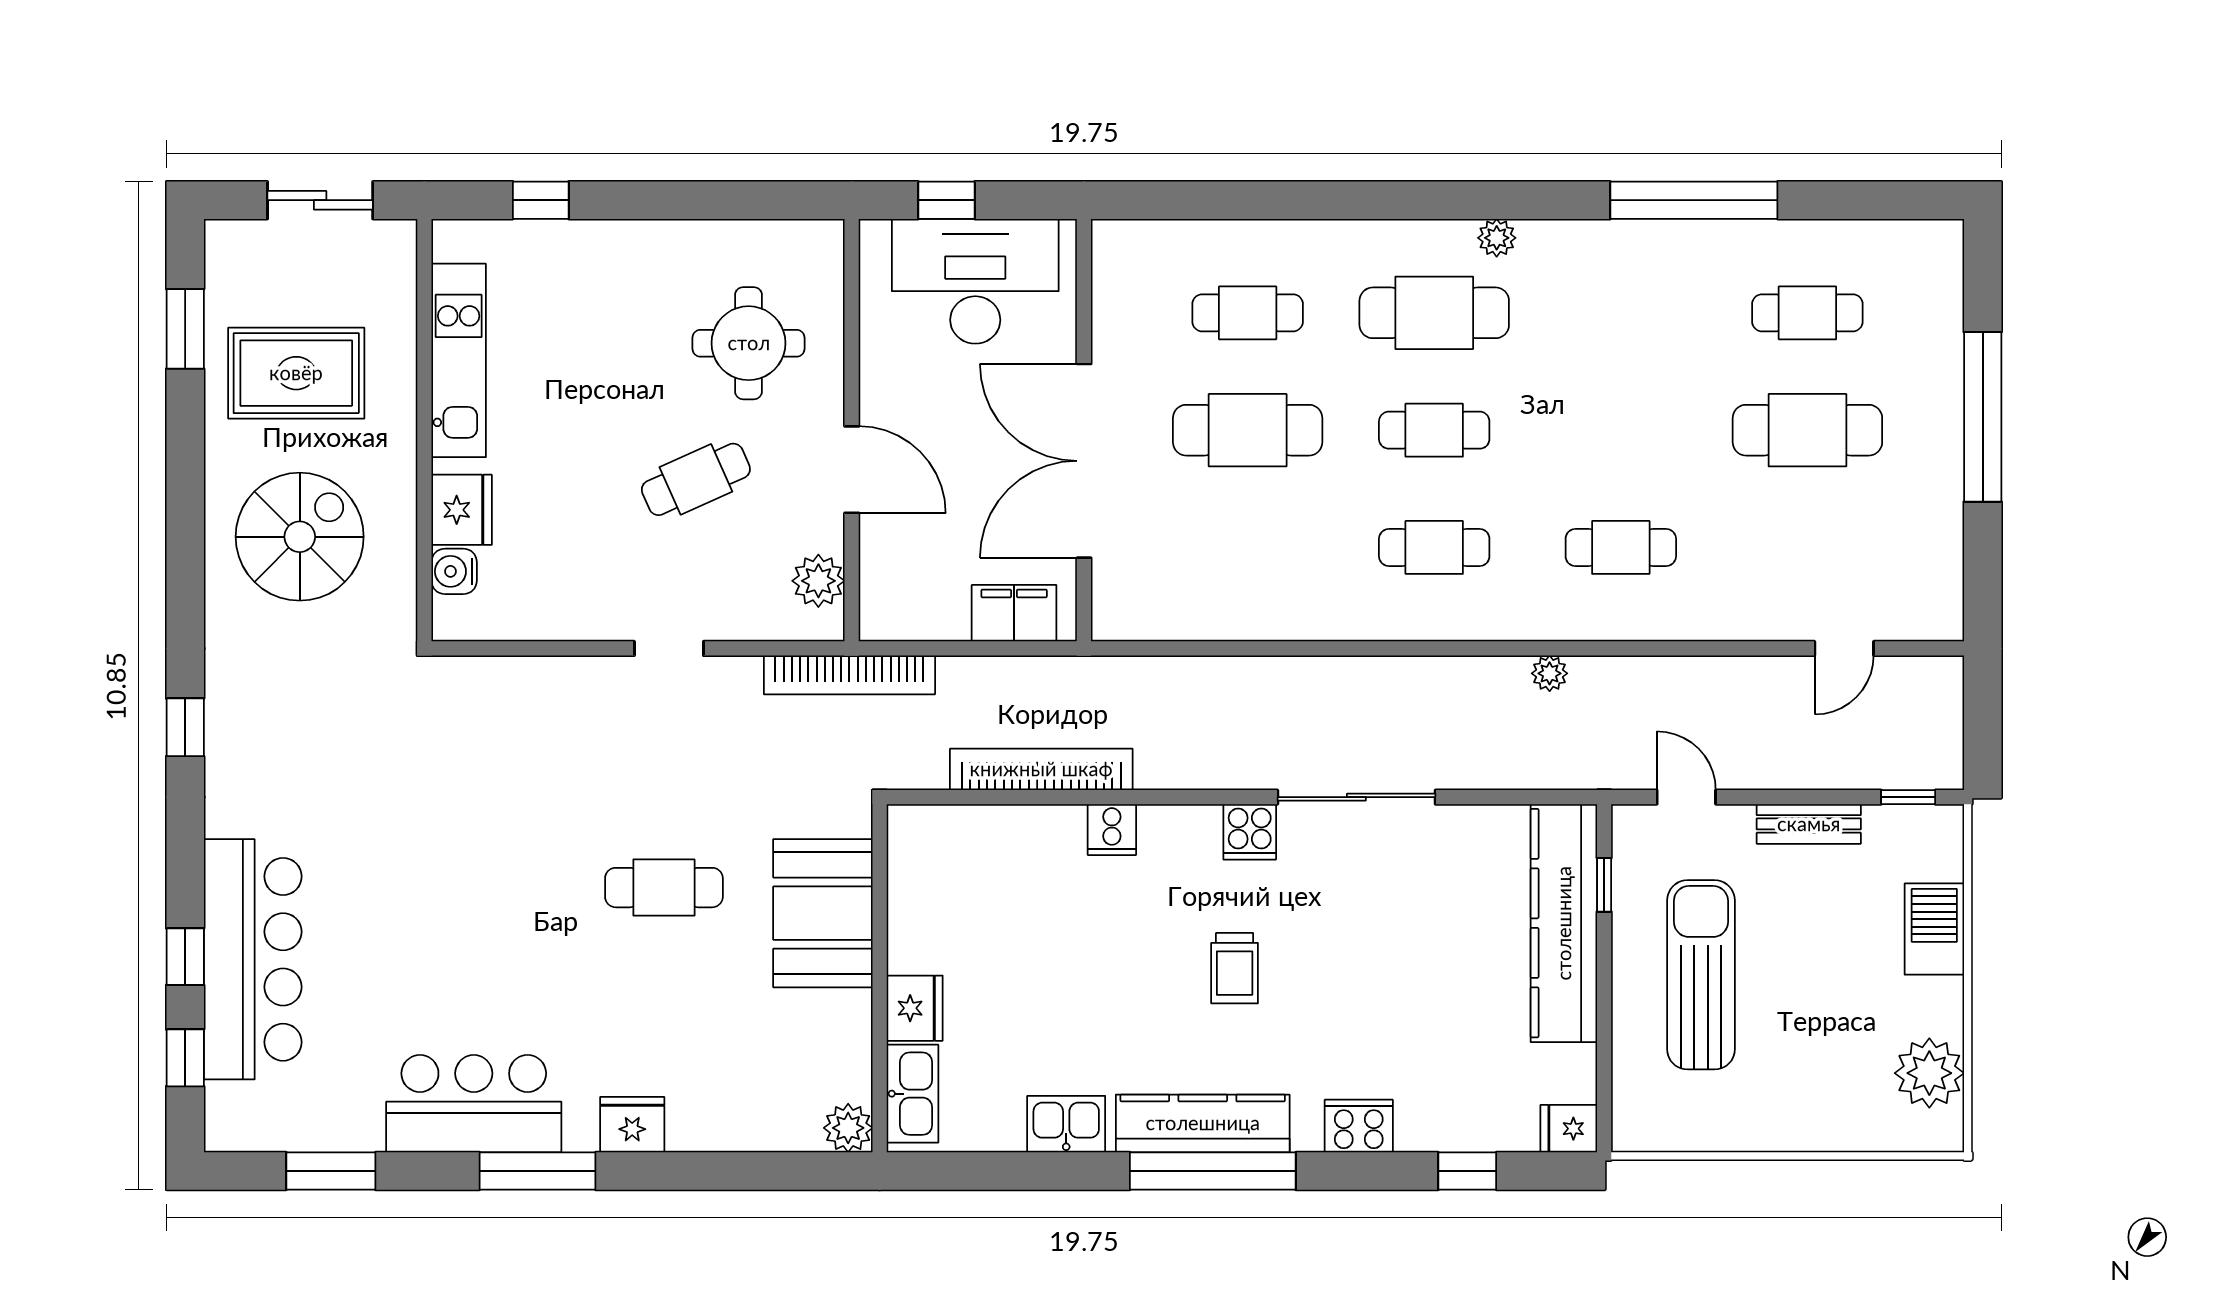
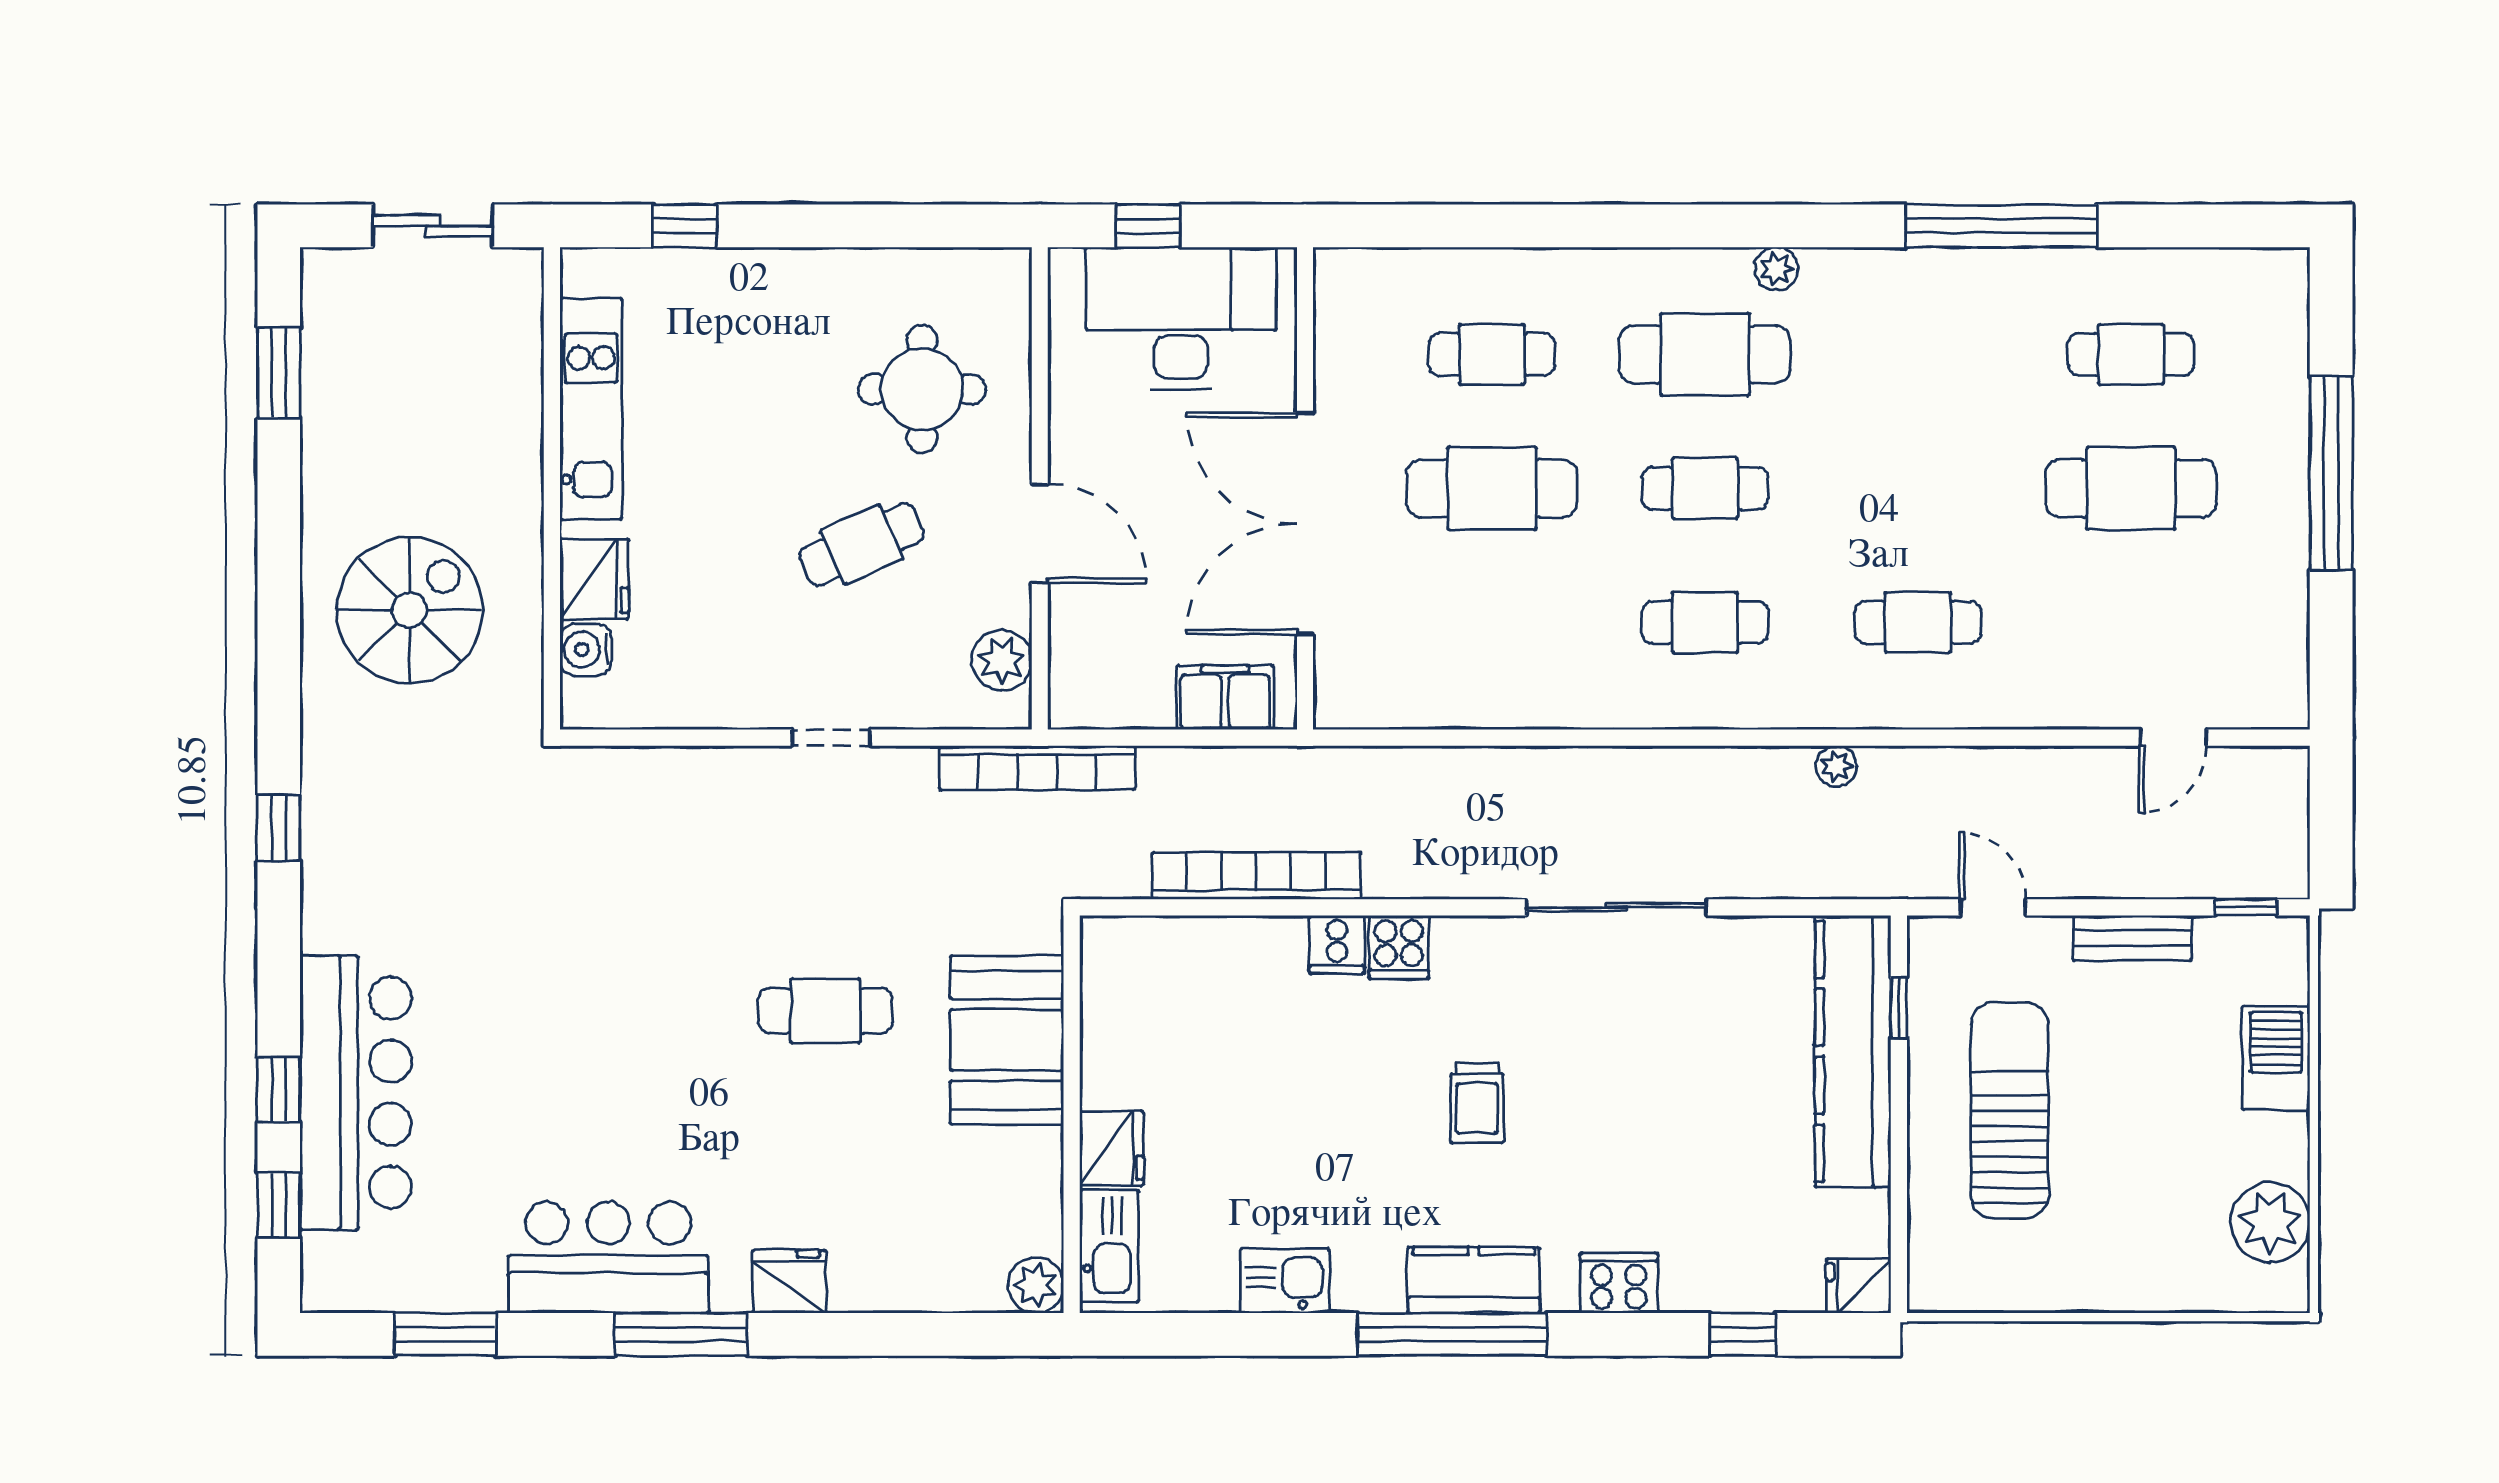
rug: (296, 373) -> (406, 423), removed
cooker: (1250, 832) -> (1399, 947), moved
kitchen counter: (1203, 1123) -> (1474, 1280), width x0.67

